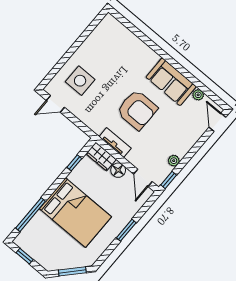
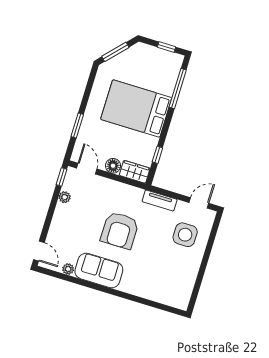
armchair: (137, 110) -> (120, 230), turned -90
tv unit: (115, 143) -> (160, 200), moved
window: (126, 230) -> (77, 126), moved

